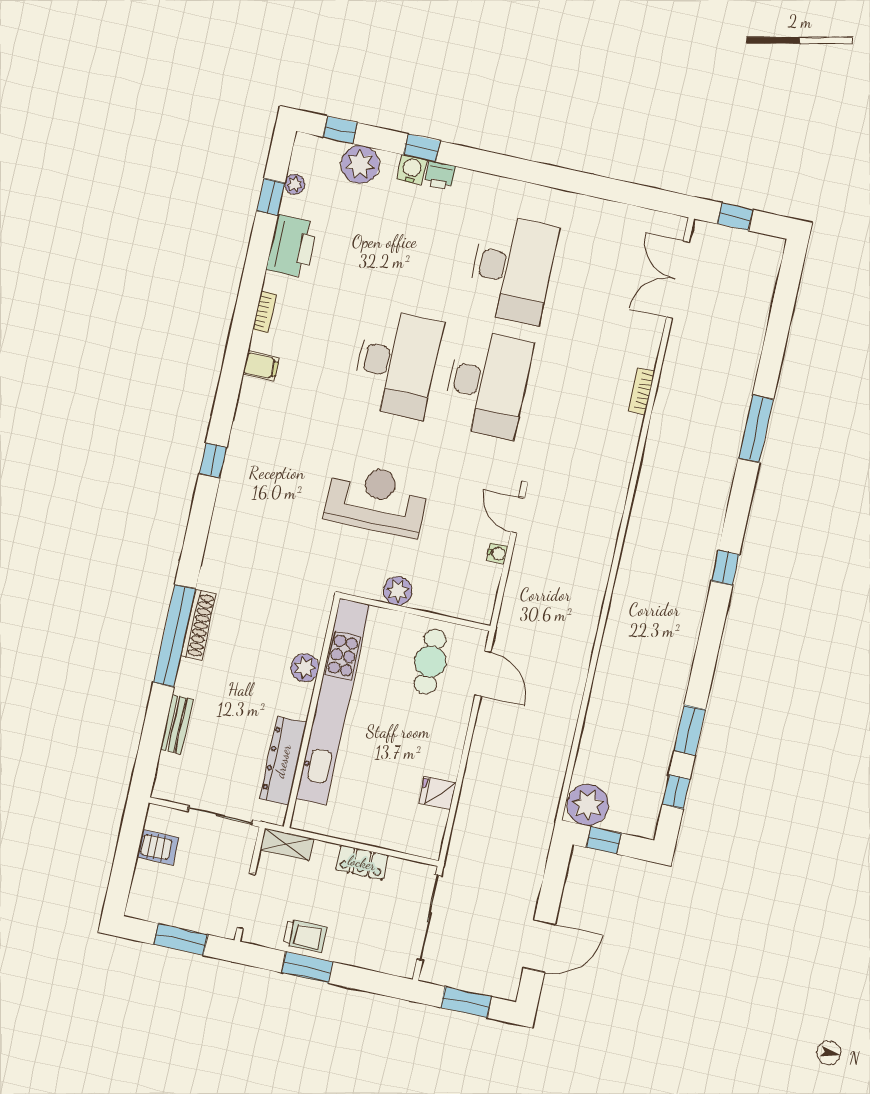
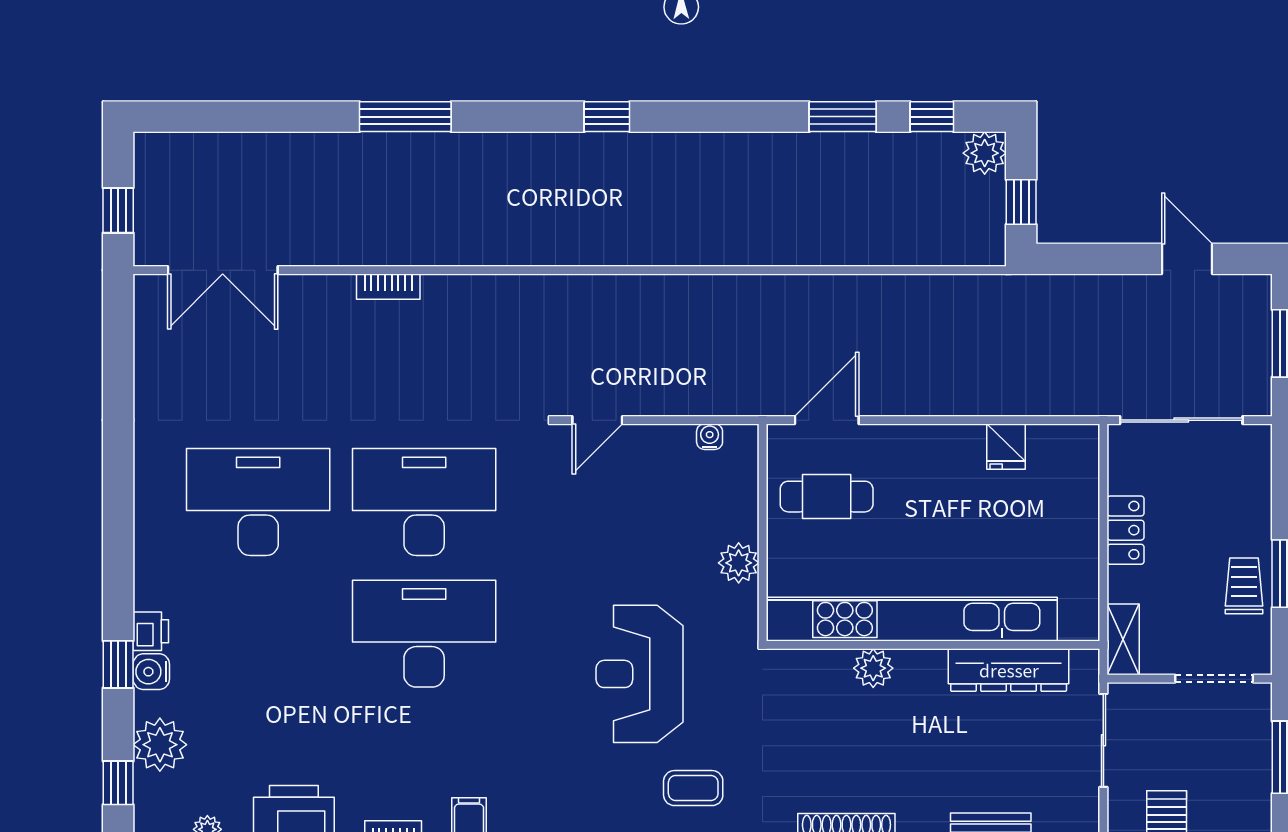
reception desk: (377, 500) -> (640, 674), moved
coffee table: (249, 525) -> (693, 788), added
water cooler: (497, 553) -> (710, 437), moved
plant: (588, 805) -> (985, 153), moved, width x0.73, depth x0.73
door: (539, 946) -> (1187, 259), width x0.73

